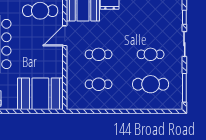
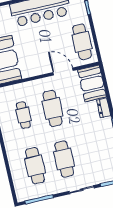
cafe table: (99, 54) -> (52, 108), width x1.37, depth x1.35
cafe table: (151, 54) -> (64, 159), width x1.37, depth x1.35

